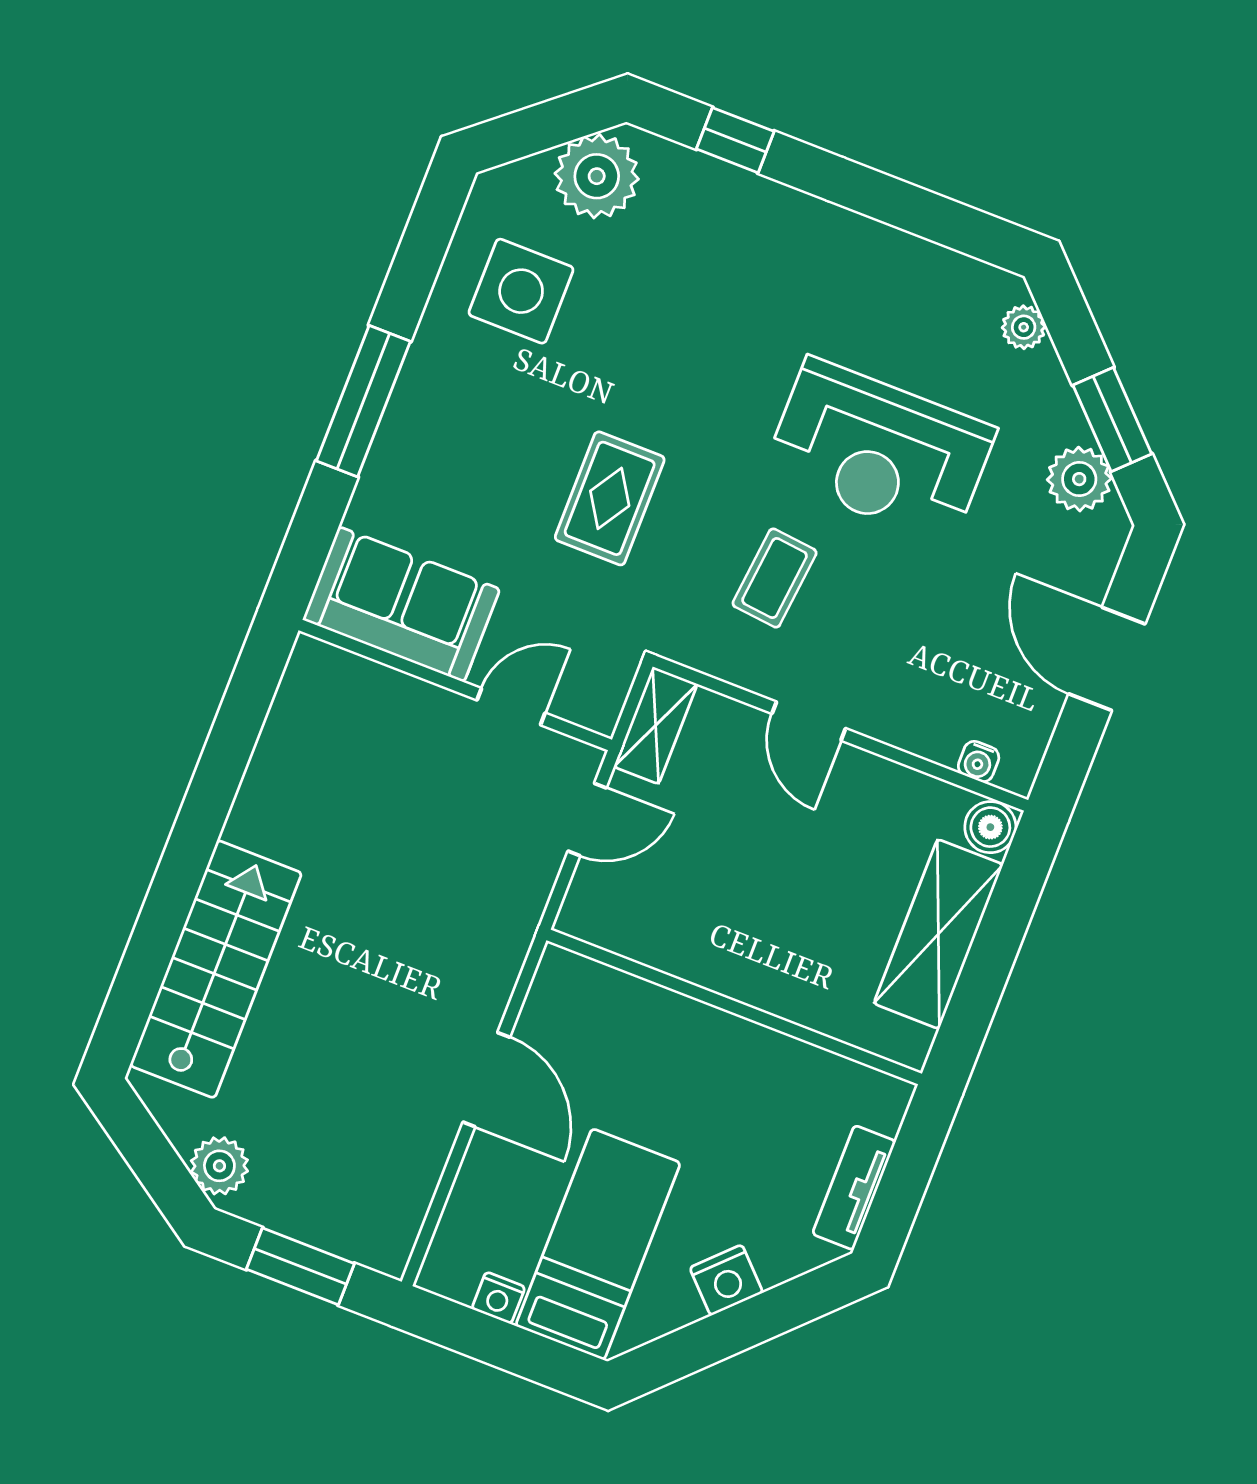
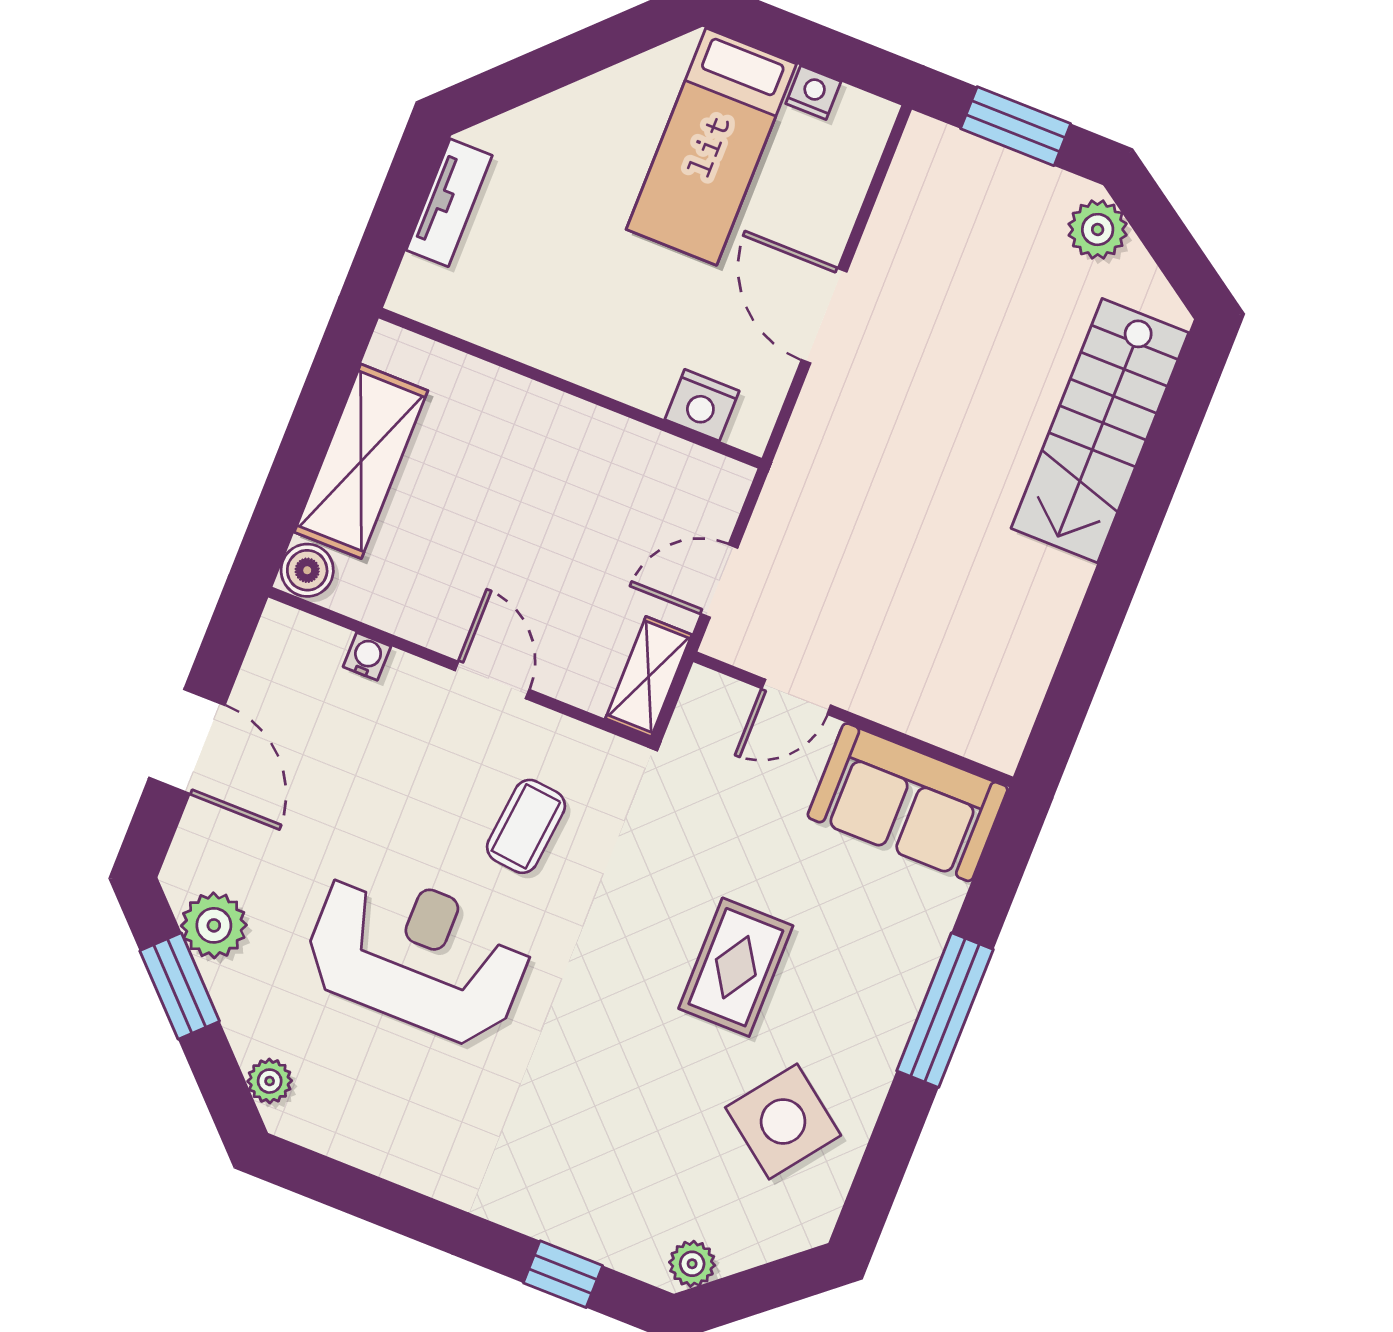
plant: (597, 176) -> (692, 1264), width x0.53, depth x0.53
side table: (521, 291) -> (783, 1121), turned 37
rug: (610, 498) -> (736, 967), moved
water cooler: (979, 762) -> (367, 656), moved
nightstand: (726, 1280) -> (702, 405), moved, turned -135

